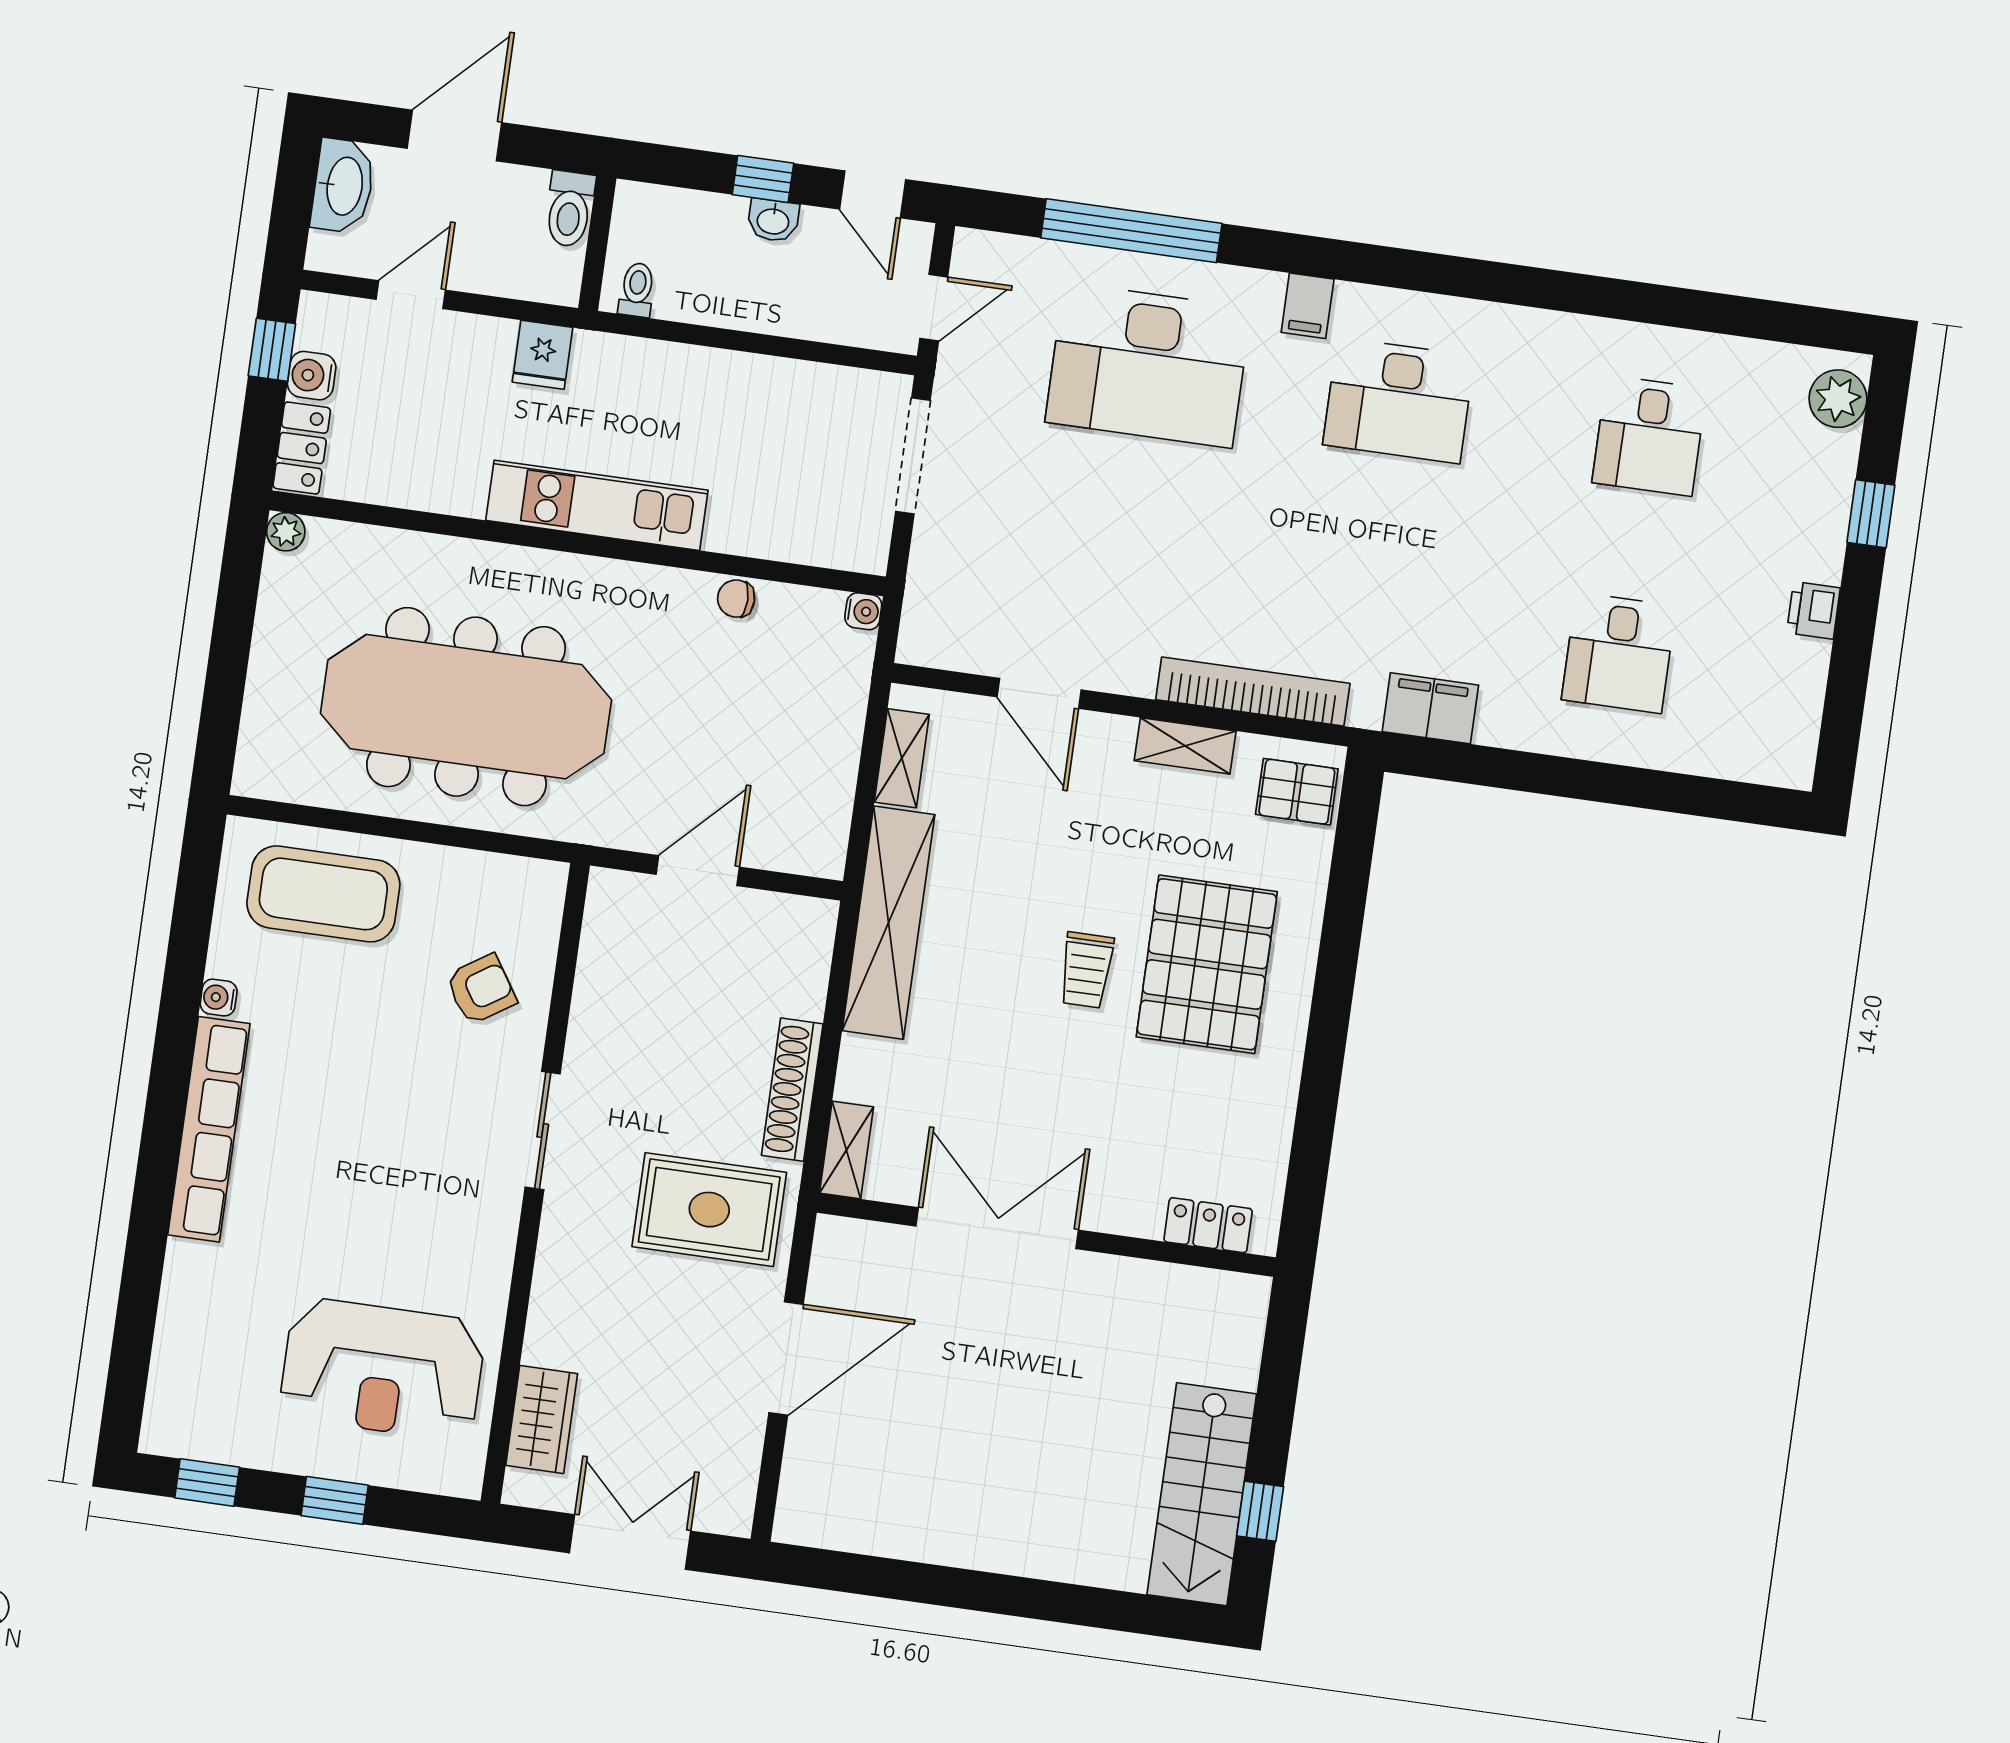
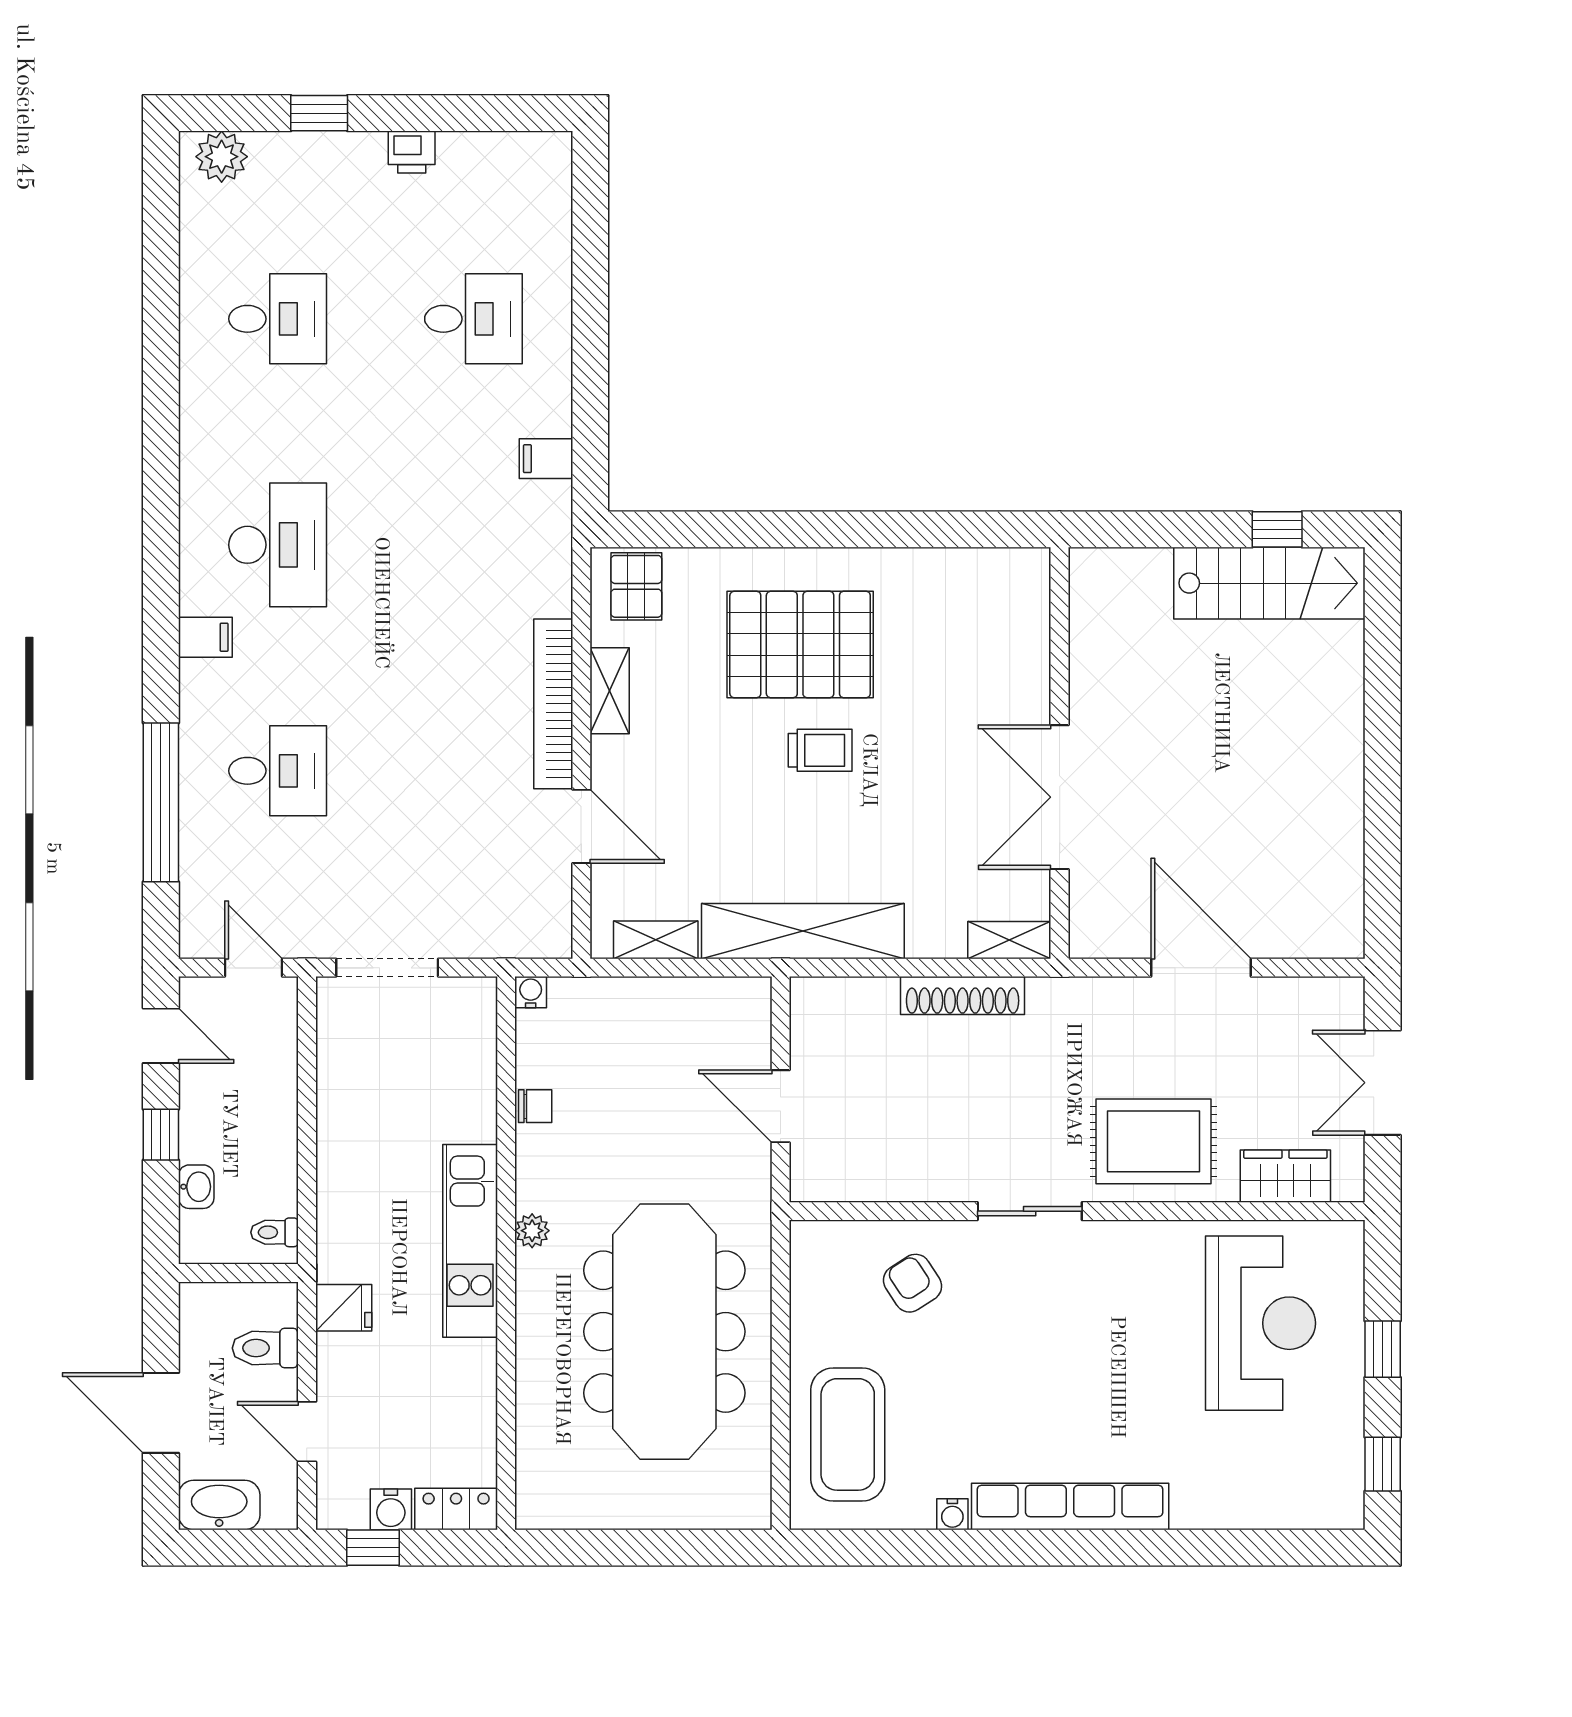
door: (873, 194) -> (161, 1036), hinge flipped
toilet: (570, 209) -> (265, 1348), moved, turned 180
washbasin: (773, 220) -> (196, 1187), moved
desk: (1148, 365) -> (278, 771), width x0.53, depth x0.77
plant: (286, 532) -> (532, 1231), moved
chair: (736, 599) -> (535, 1106), turned -90
bookcase: (1253, 692) -> (553, 704), moved
door: (1039, 693) -> (581, 826), hinge flipped
filing cabinet: (1430, 708) -> (546, 459), width x0.50
rug: (709, 1210) -> (1153, 1141), moved, turned 90
locker: (1208, 1225) -> (1031, 611), removed

